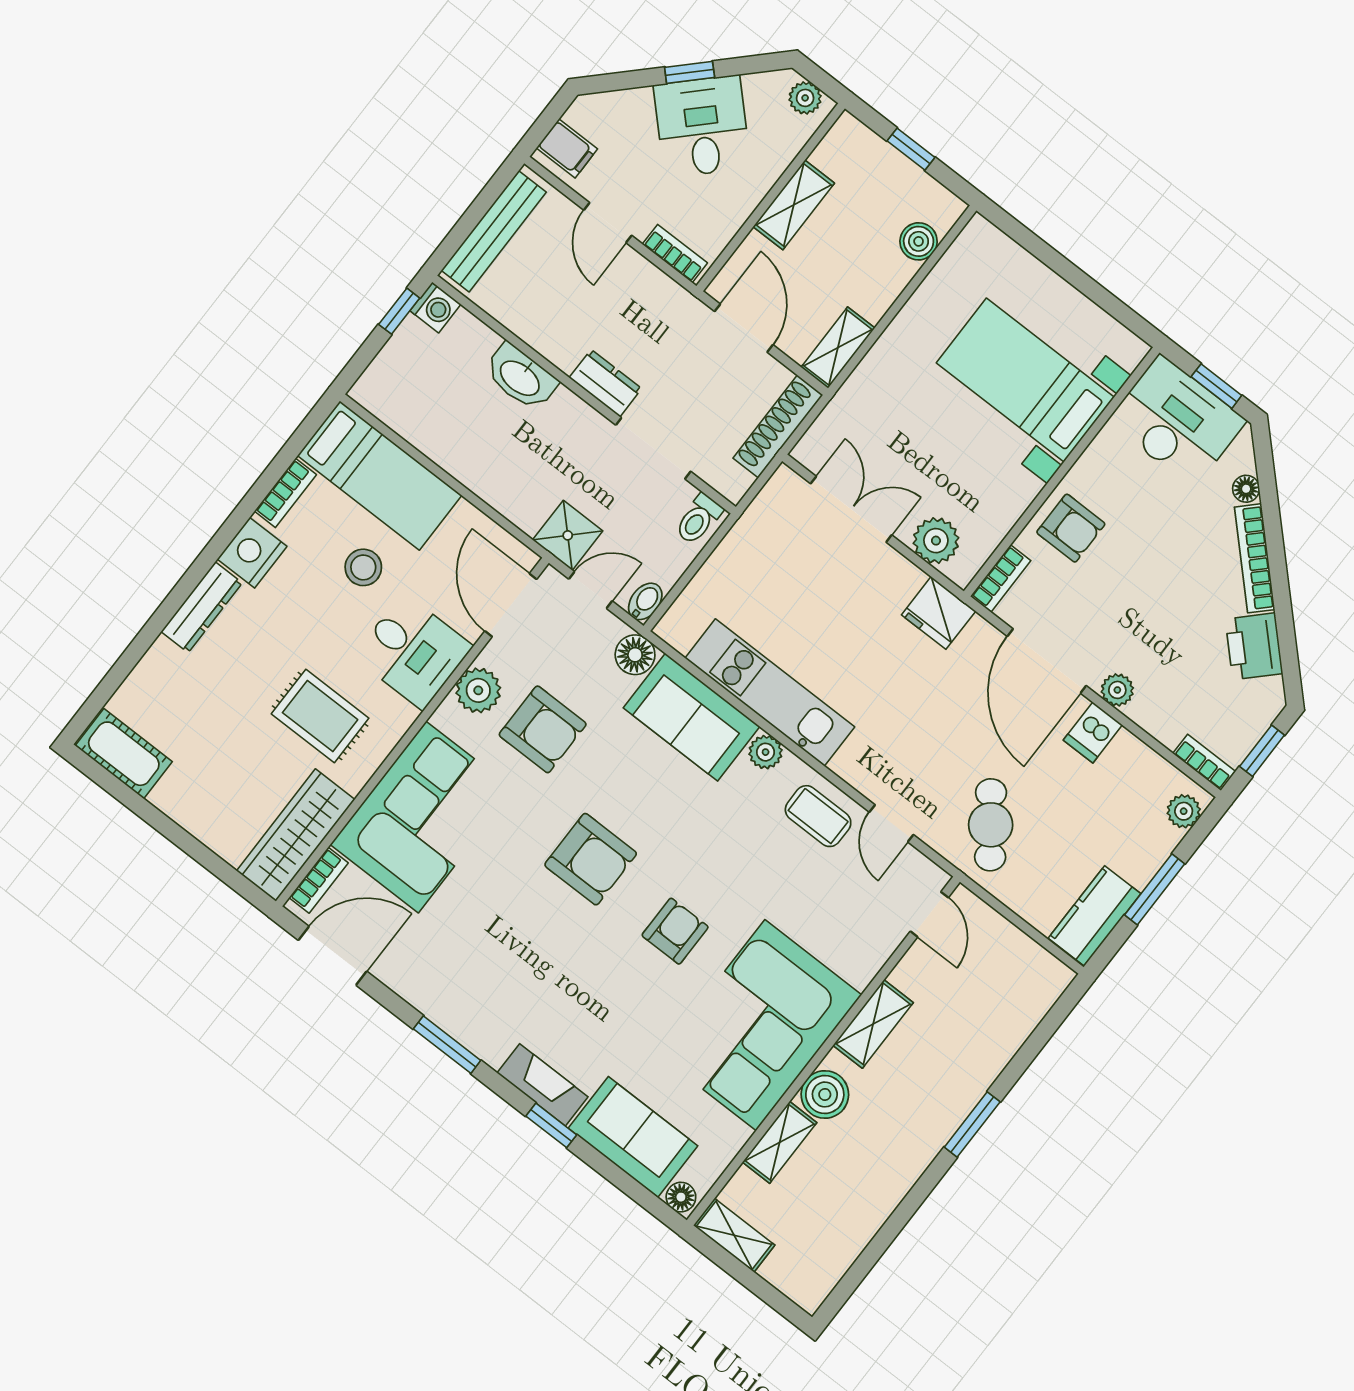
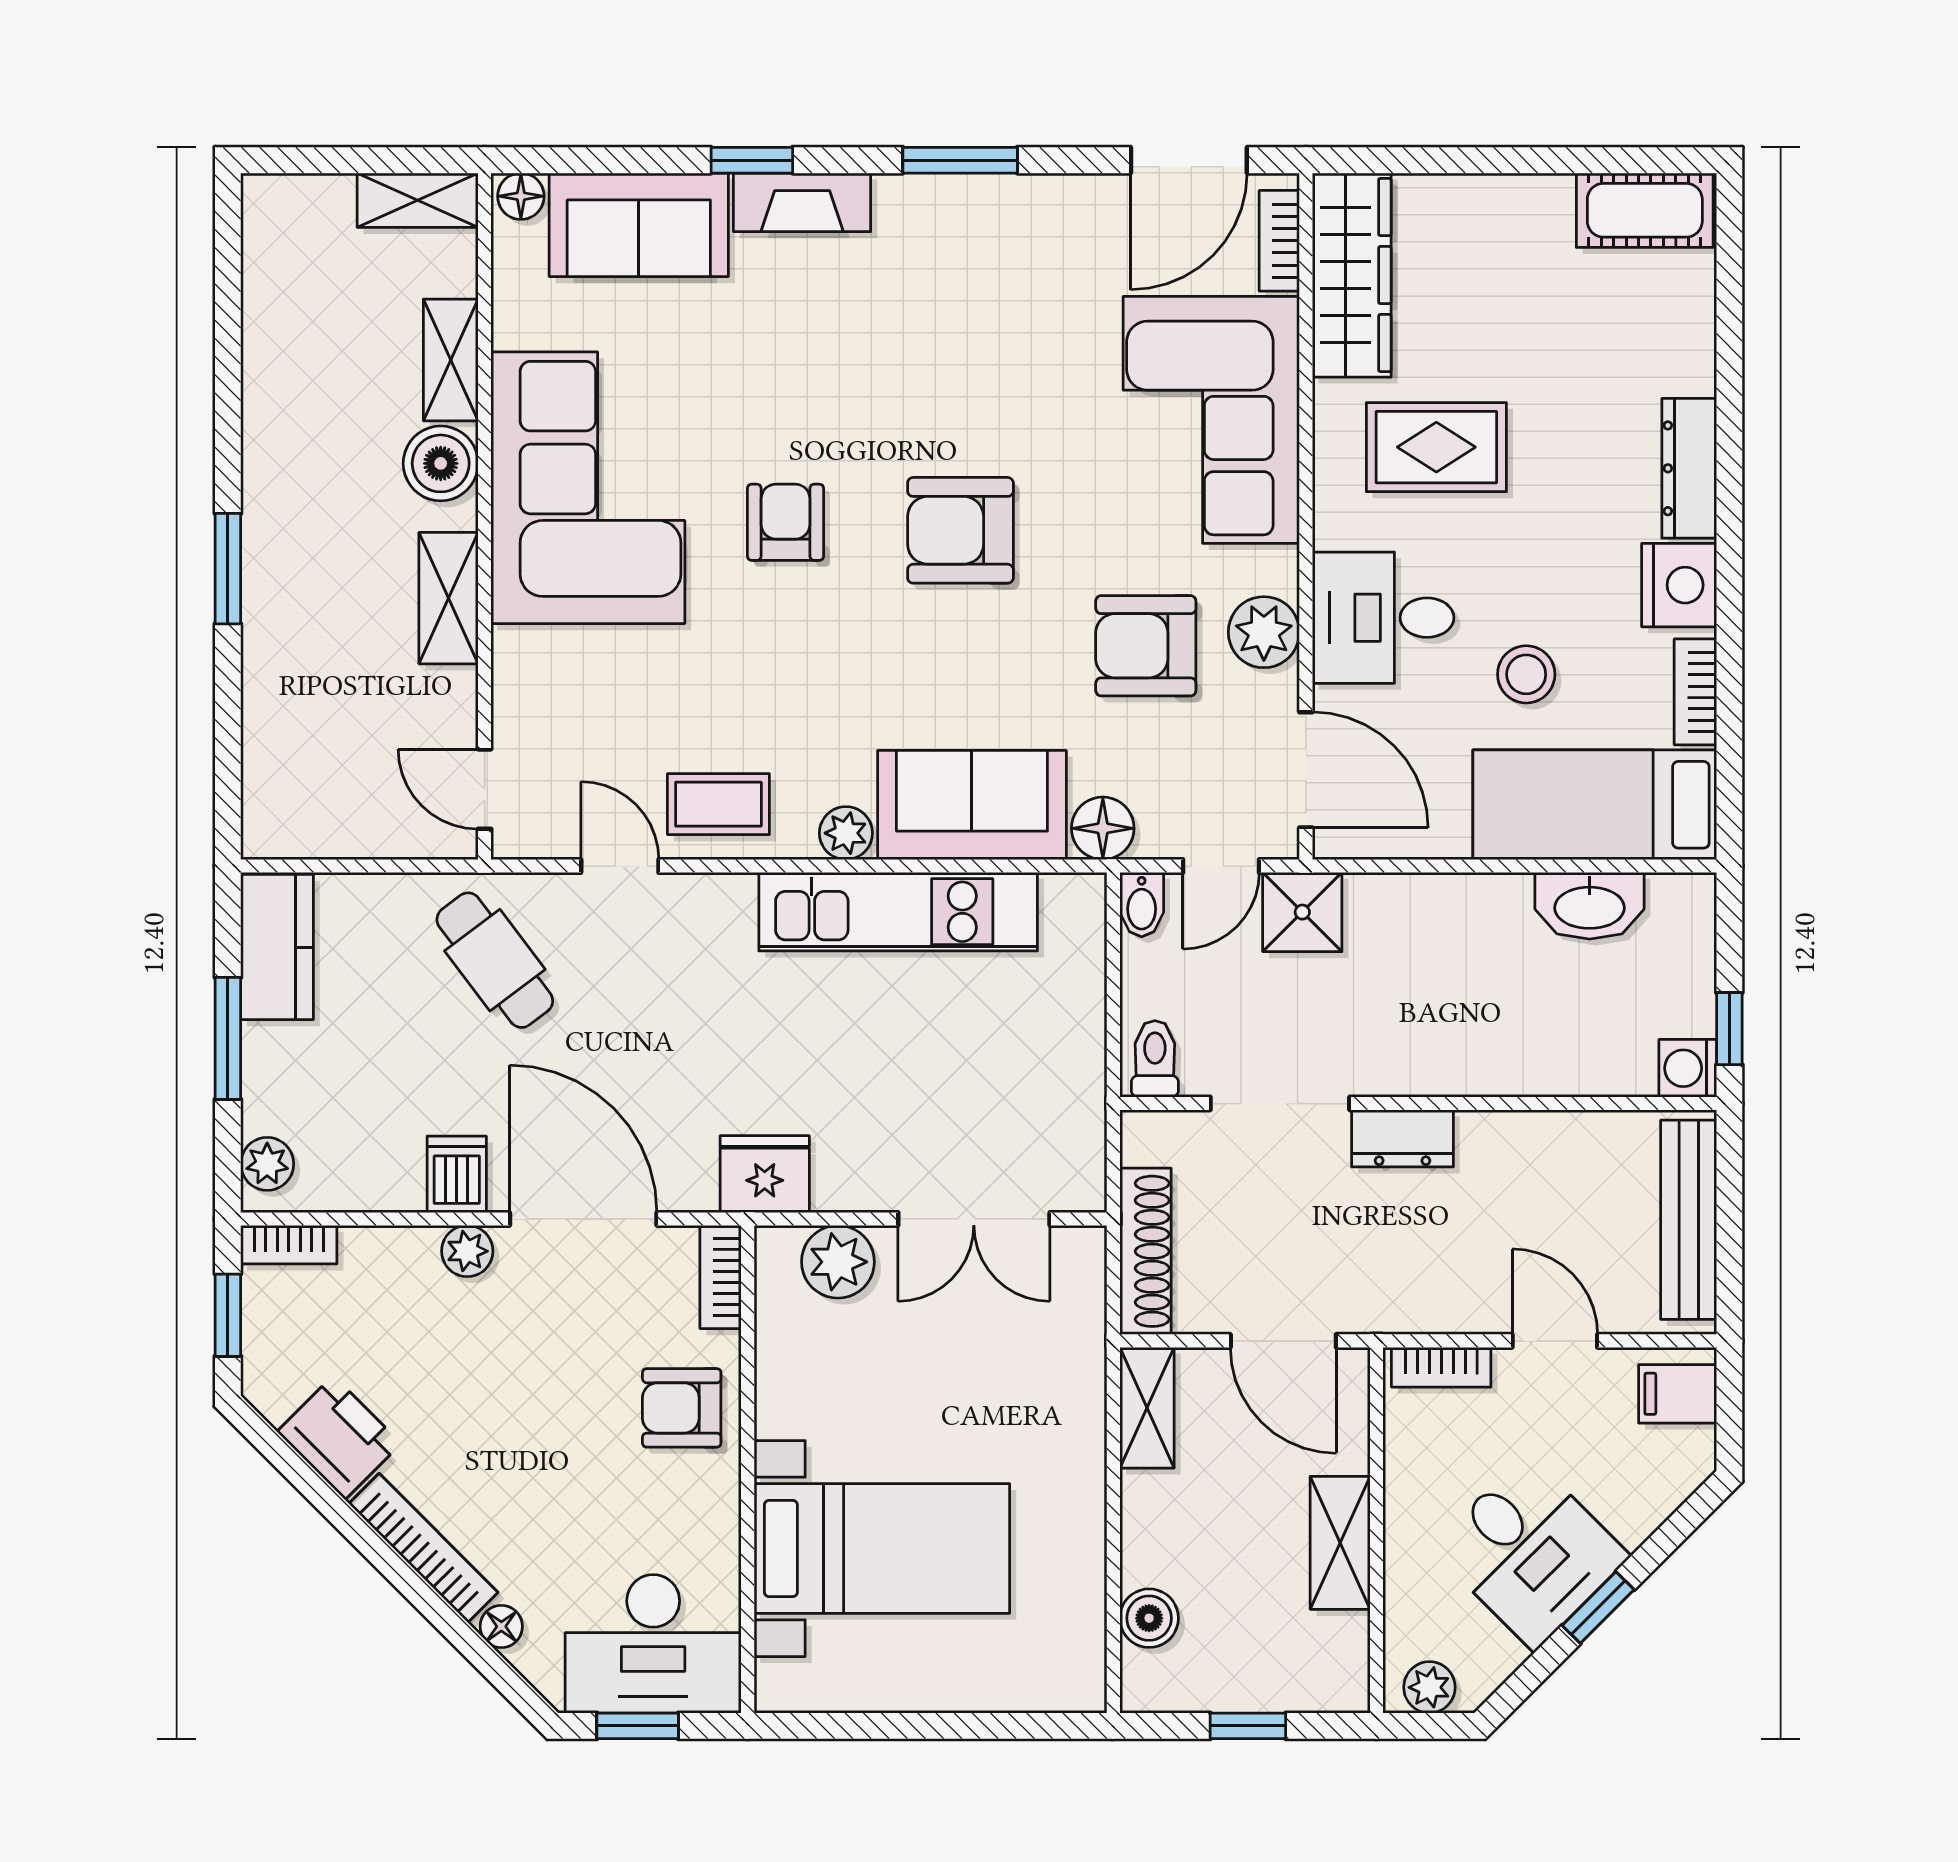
washbasin: (521, 377) -> (1590, 906), moved, turned 180
armchair: (675, 931) -> (786, 522), turned 180

